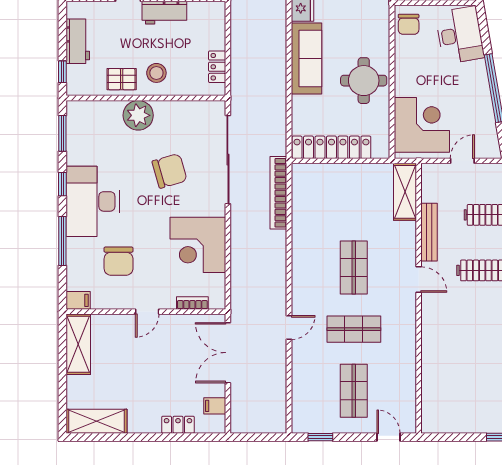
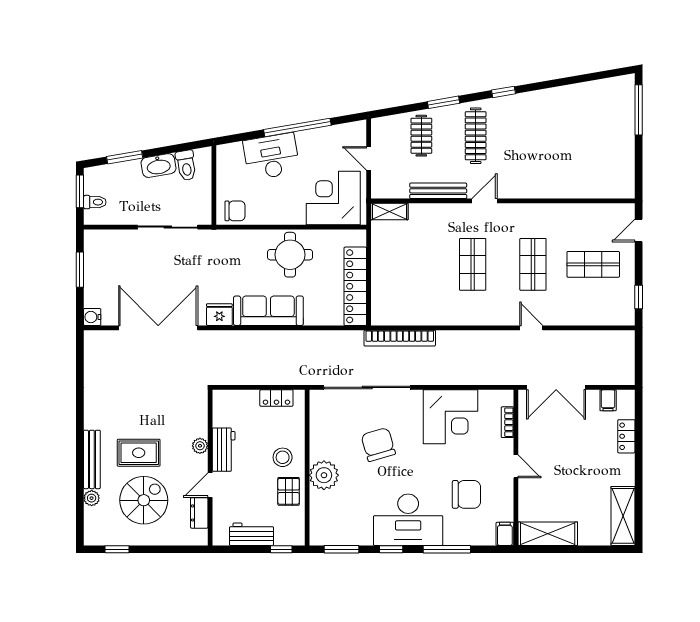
desk: (460, 35) -> (271, 156), moved
shelving: (405, 192) -> (389, 212), width x0.67, depth x0.75
shop shelf: (354, 267) -> (473, 264), turned 90

